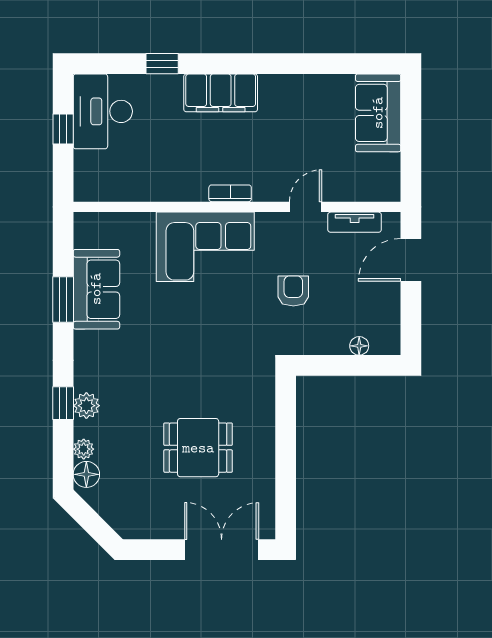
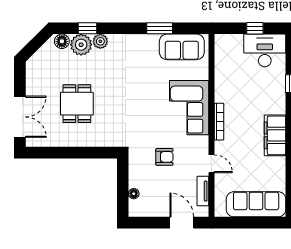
filing cabinet: (221, 93) -> (275, 135), moved
sofa: (378, 113) -> (256, 204), width x1.36
bookcase: (230, 193) -> (219, 122), width x1.56
sofa: (96, 289) -> (182, 47), moved
window: (63, 403) -> (88, 28), moved
plant: (84, 449) -> (81, 45), width x1.88, depth x1.88

